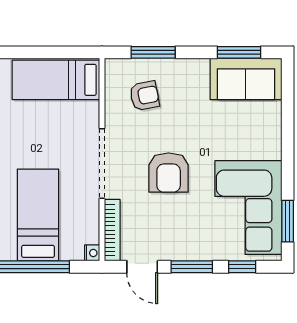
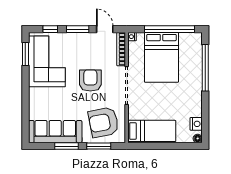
window: (239, 52) -> (67, 146), moved
sofa: (246, 79) -> (55, 132), width x1.36
armchair: (144, 96) -> (103, 122), width x1.88, depth x1.88
bed: (38, 215) -> (161, 57), width x1.50

